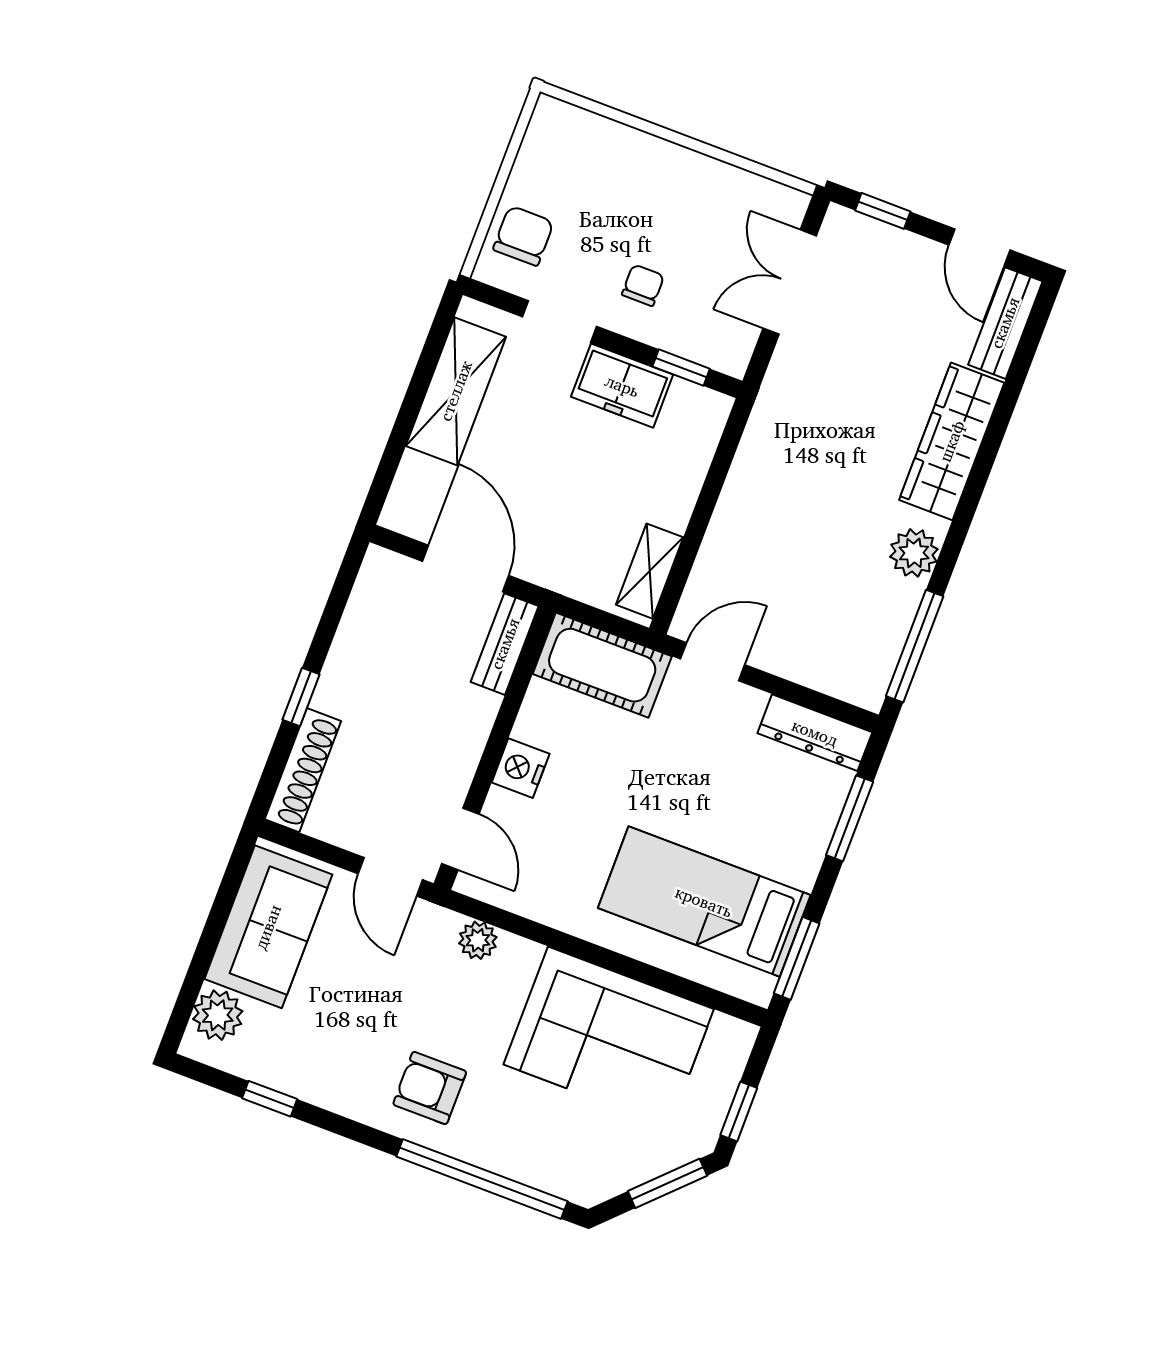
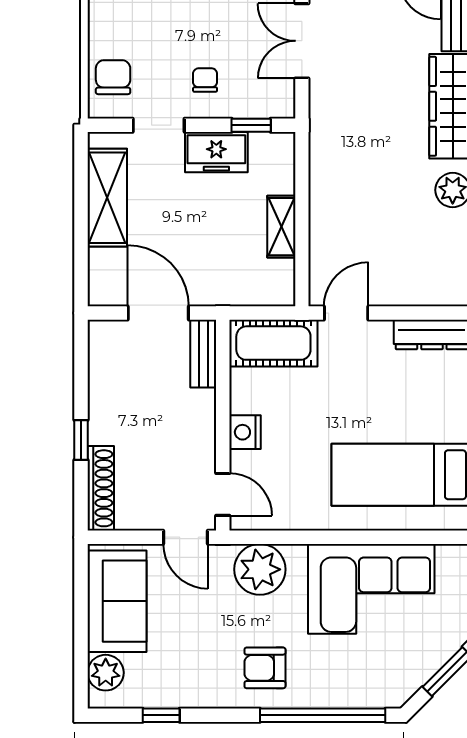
shelving: (650, 571) -> (281, 227), moved
plant: (478, 940) -> (260, 569), width x1.87, depth x1.87

